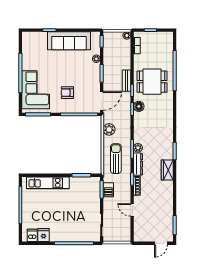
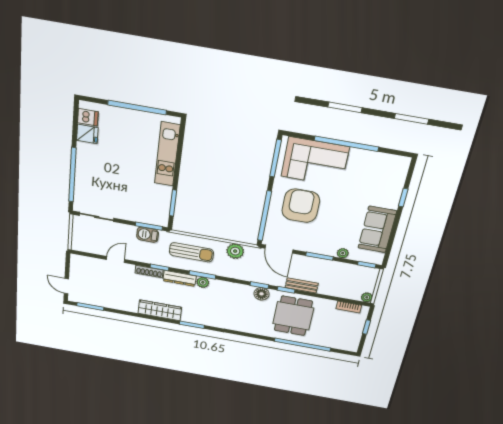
sofa: (69, 41) -> (377, 230), width x0.73
armchair: (67, 93) -> (301, 206), width x1.88, depth x1.88
wardrobe: (167, 170) -> (160, 310), width x1.50

